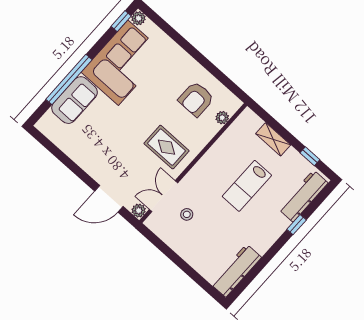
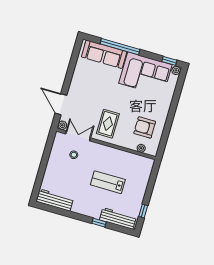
sofa: (74, 100) -> (104, 54), width x1.36
shelving: (273, 139) -> (143, 184), removed

